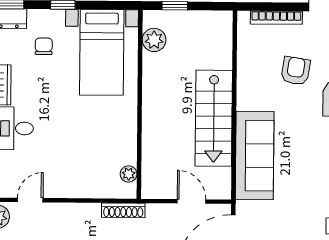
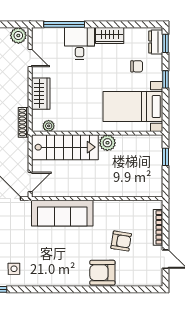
plant: (154, 40) -> (107, 143), moved
stairs: (214, 118) -> (65, 147), moved, turned 180
wardrobe: (82, 185) -> (41, 94), added
door: (192, 201) -> (30, 182), moved

